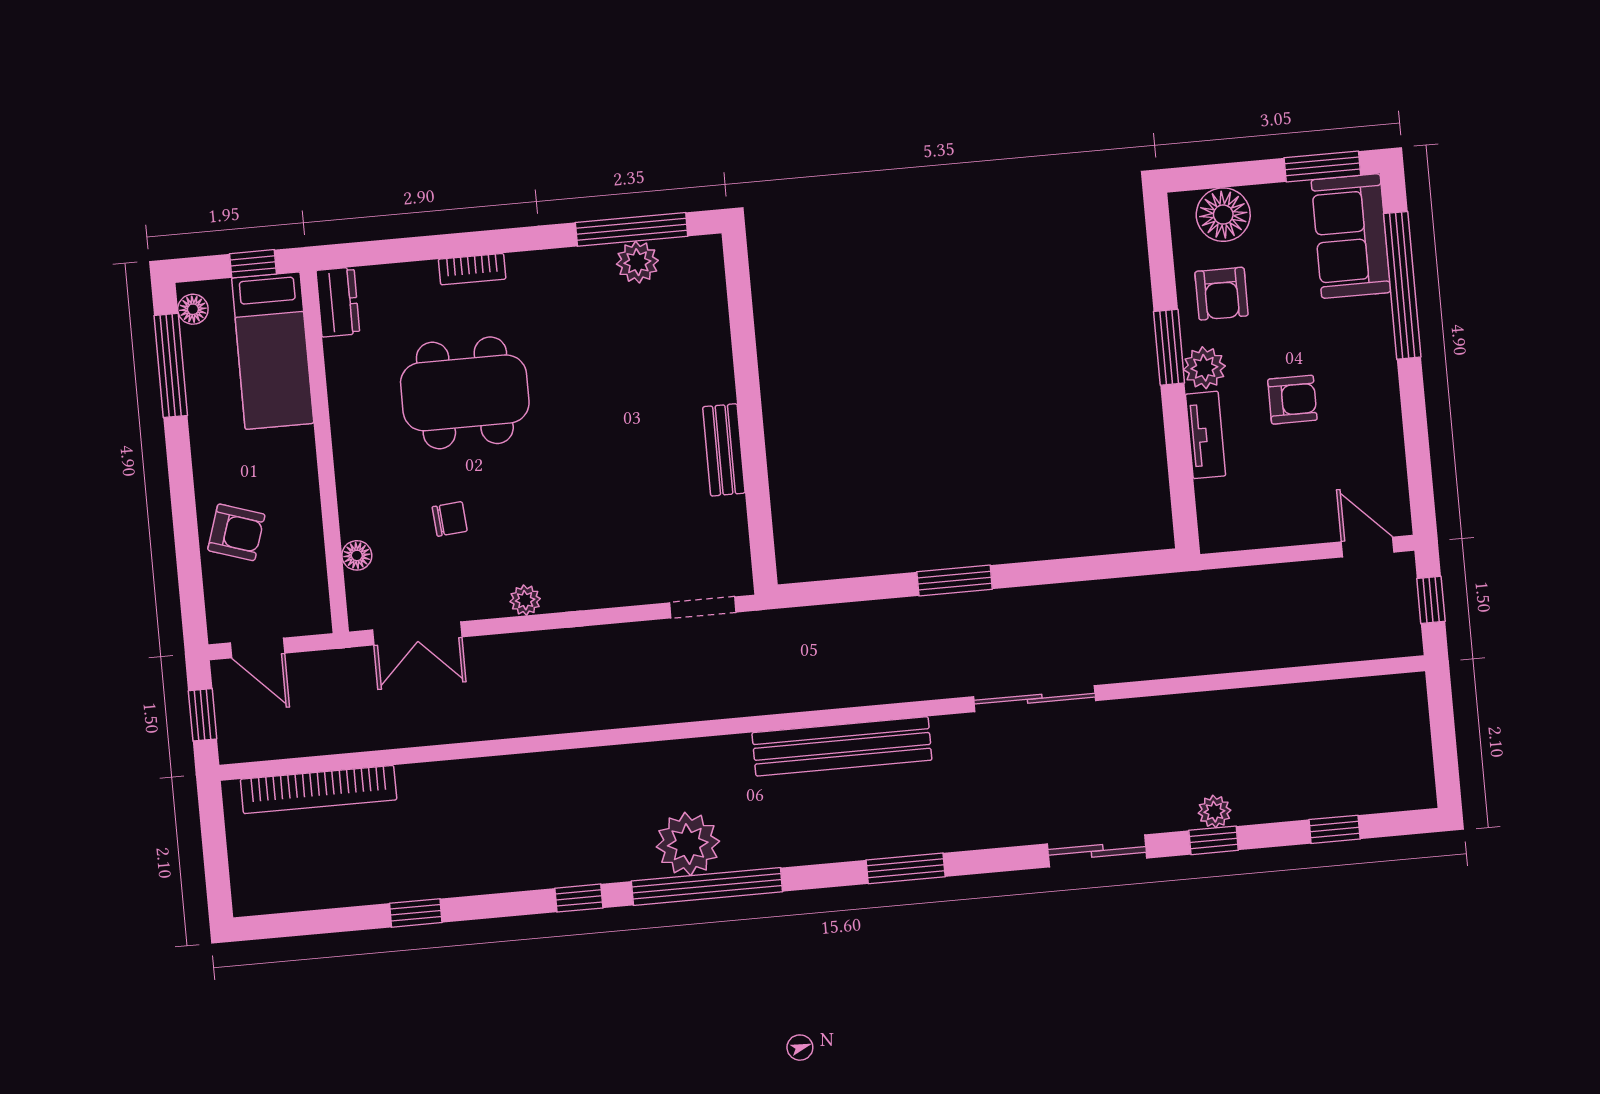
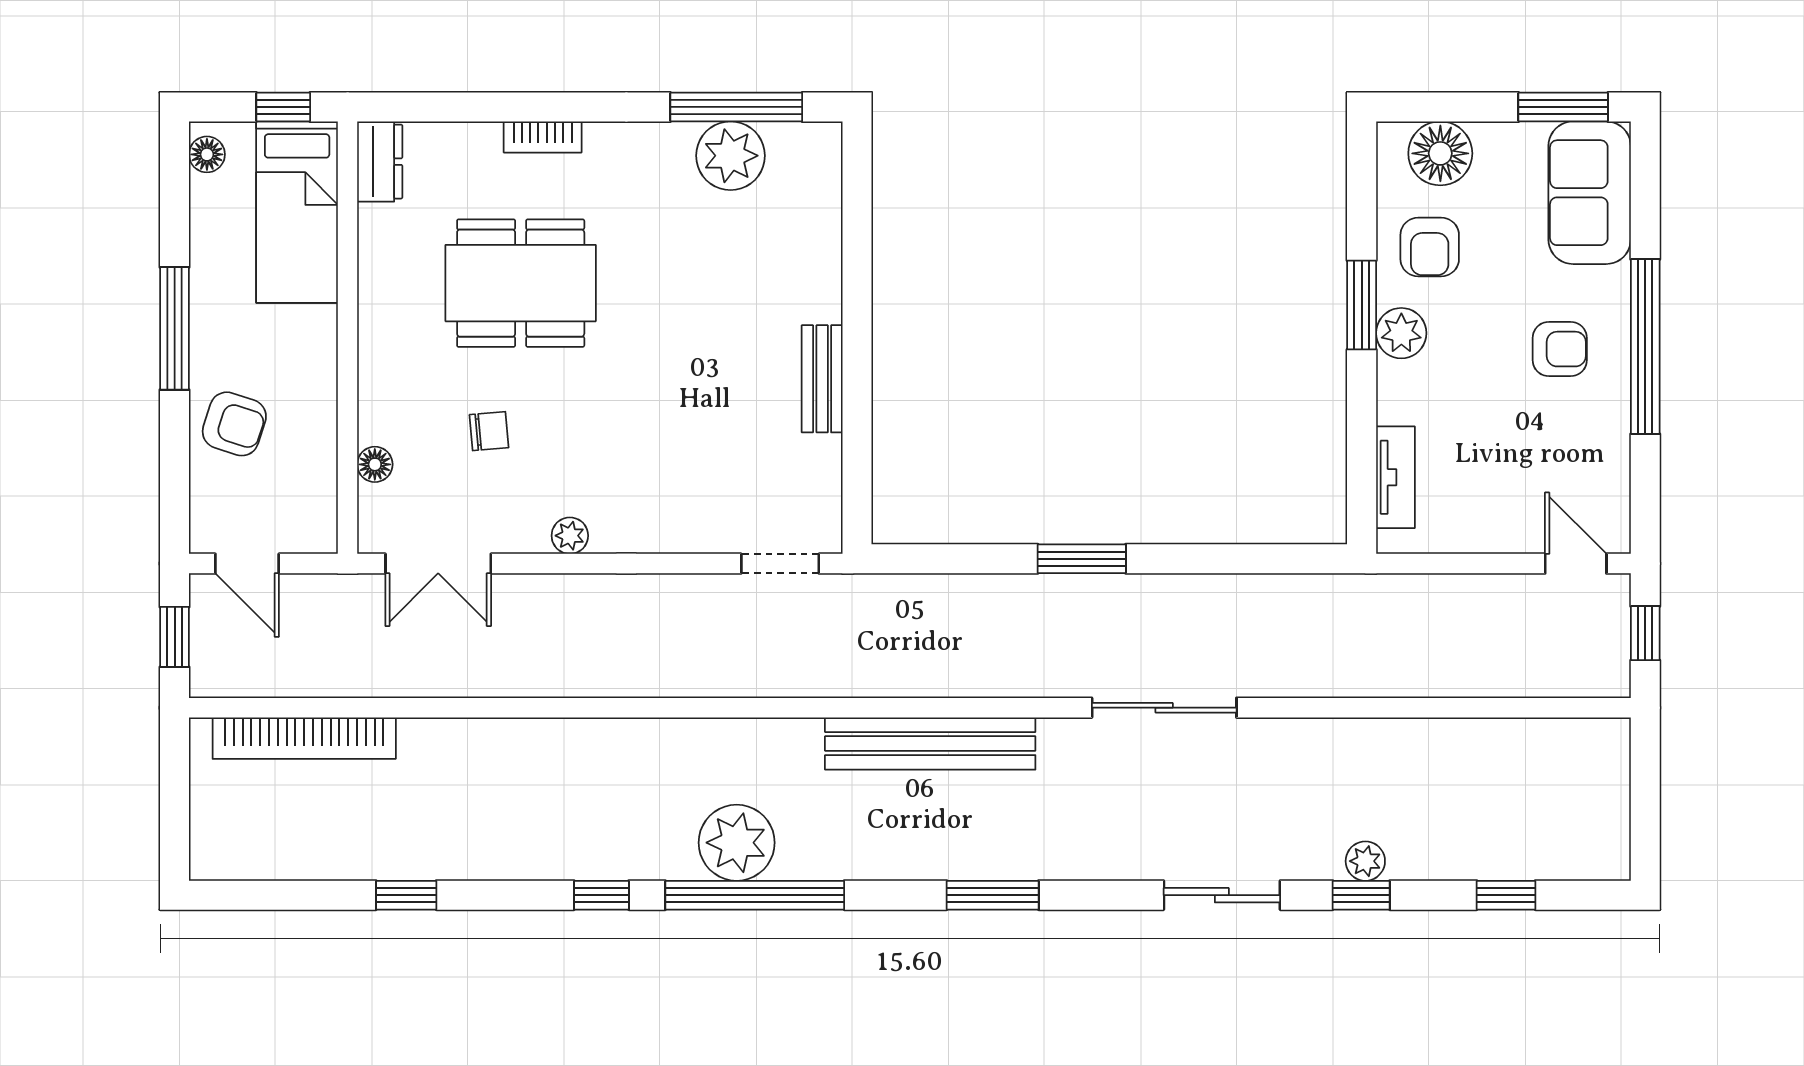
plant: (637, 262) -> (731, 156), width x1.36, depth x1.36
window: (1402, 285) -> (1645, 347), moved
window: (171, 365) -> (175, 328), moved
armchair: (1292, 400) -> (1560, 349), moved
tv unit: (1206, 435) -> (1395, 477), moved

